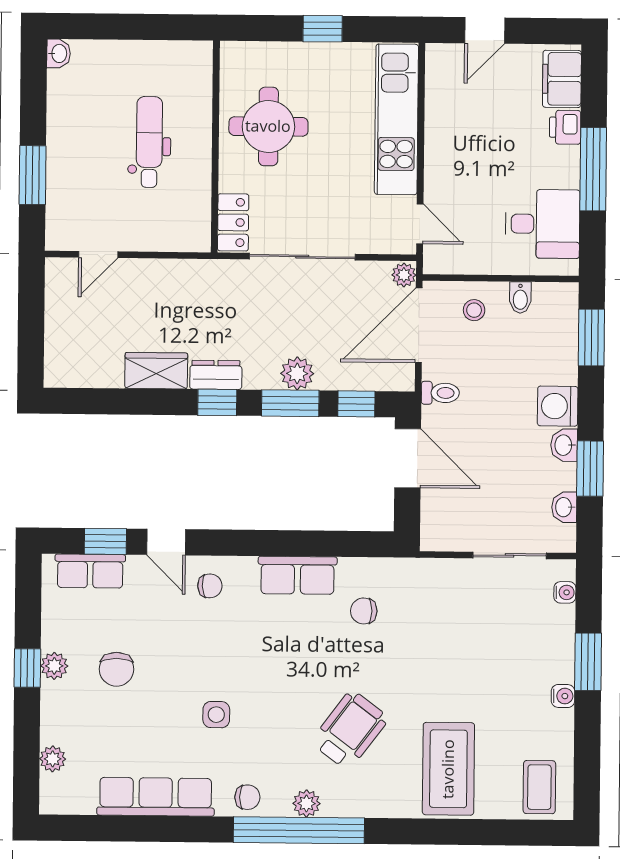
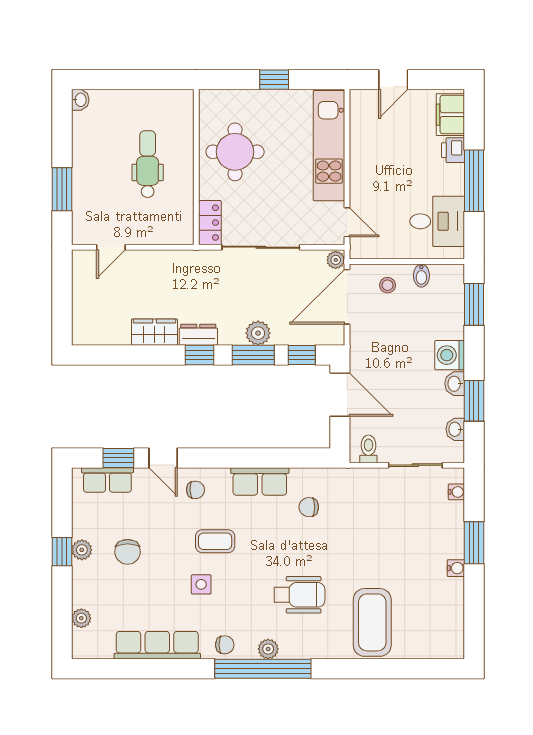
toilet: (440, 393) -> (368, 449), moved, turned -90
wheelchair: (350, 730) -> (299, 595), turned 53
coffee table: (539, 787) -> (215, 541), moved, turned 90

